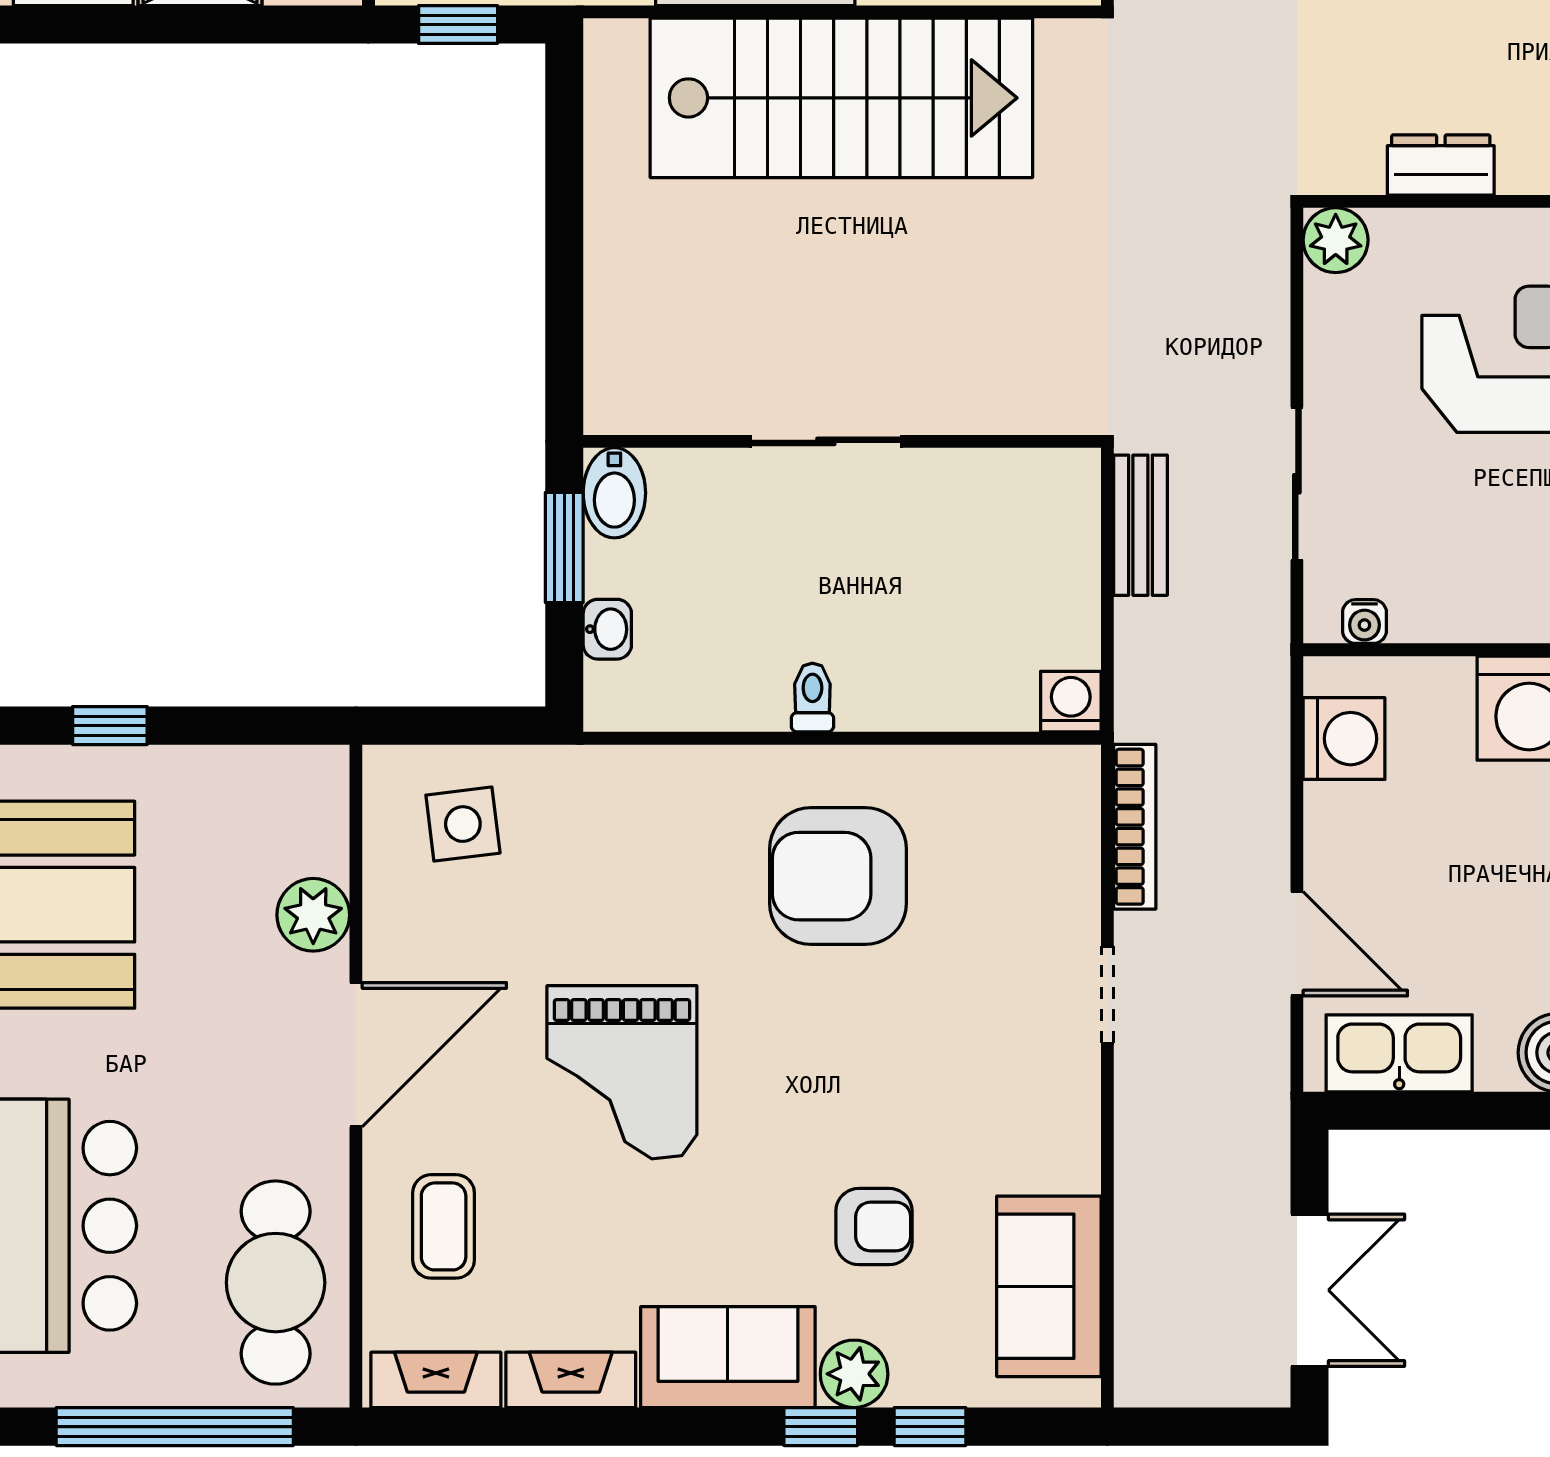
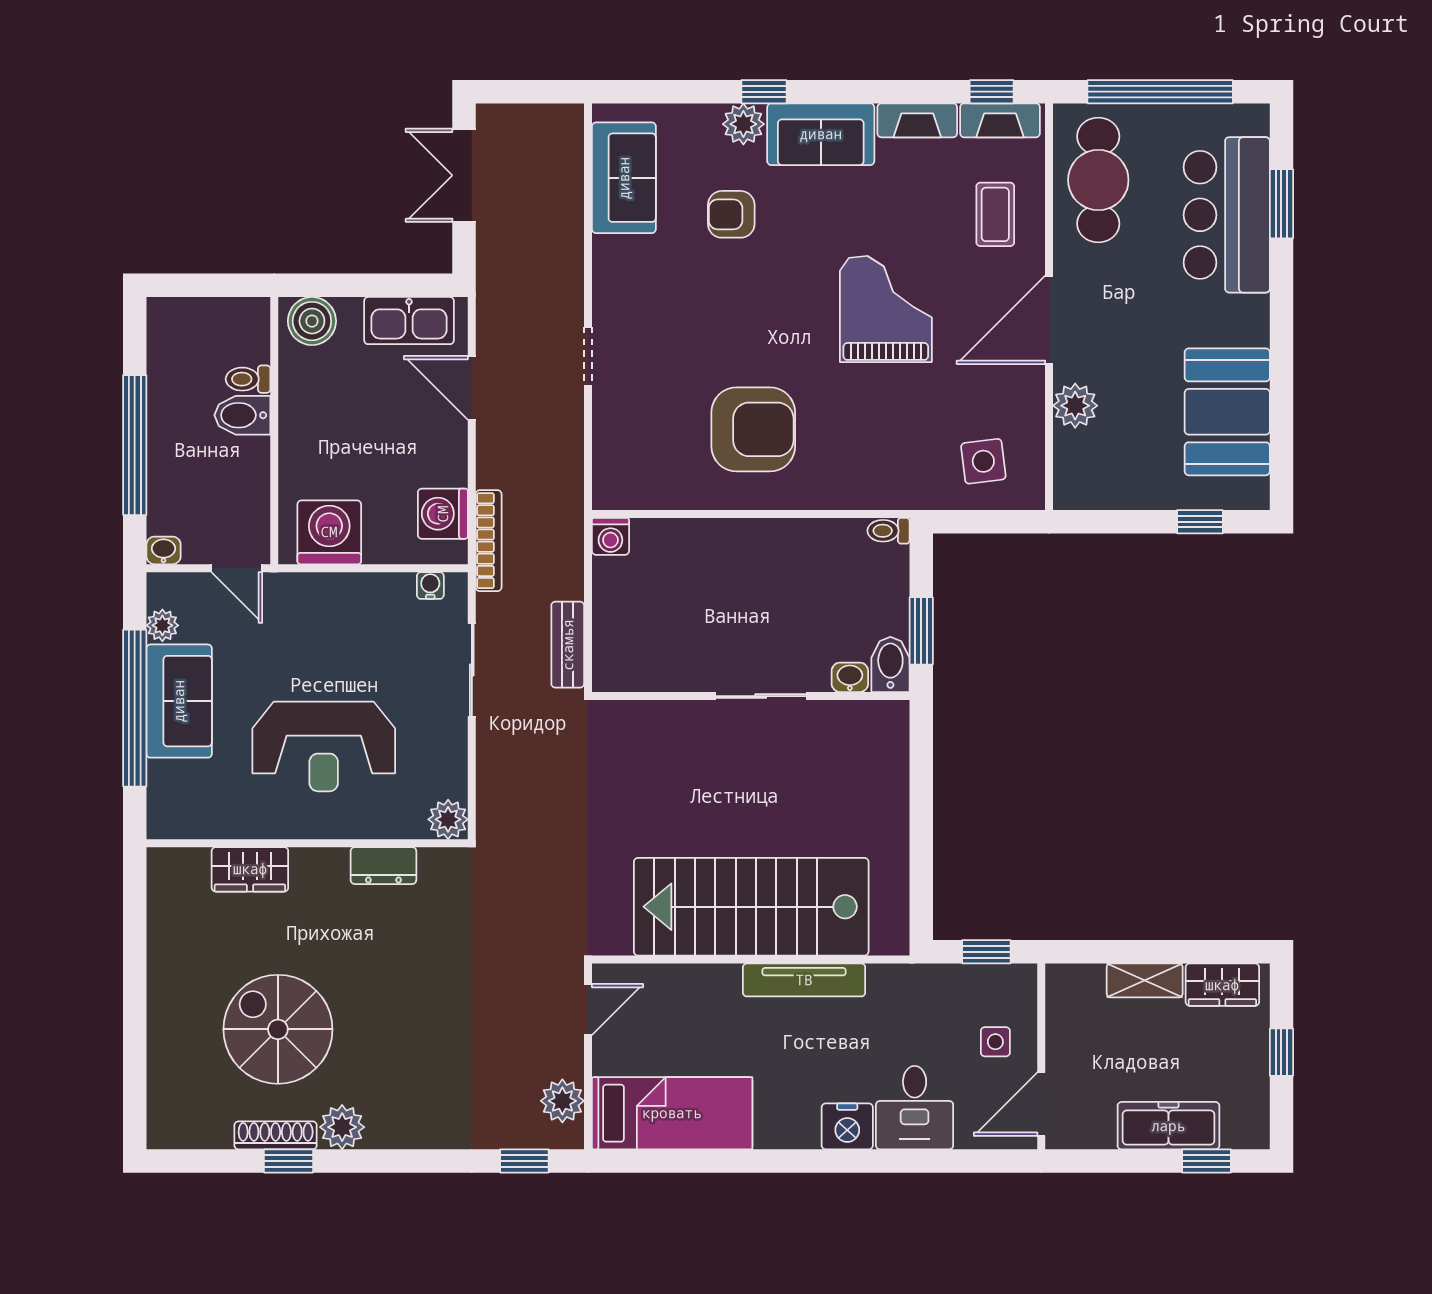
washbasin: (607, 629) -> (850, 677), moved, turned 90
toilet: (812, 698) -> (888, 531), moved, turned 90
bookcase: (1135, 827) -> (489, 541), moved, turned 180
window: (930, 1427) -> (992, 92), moved

